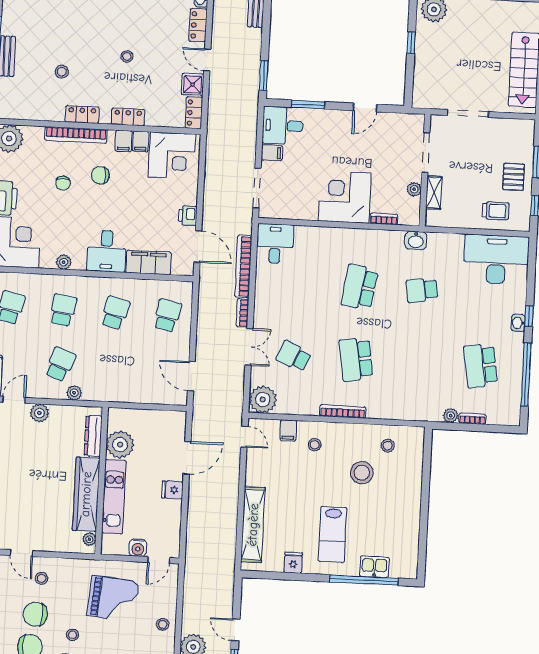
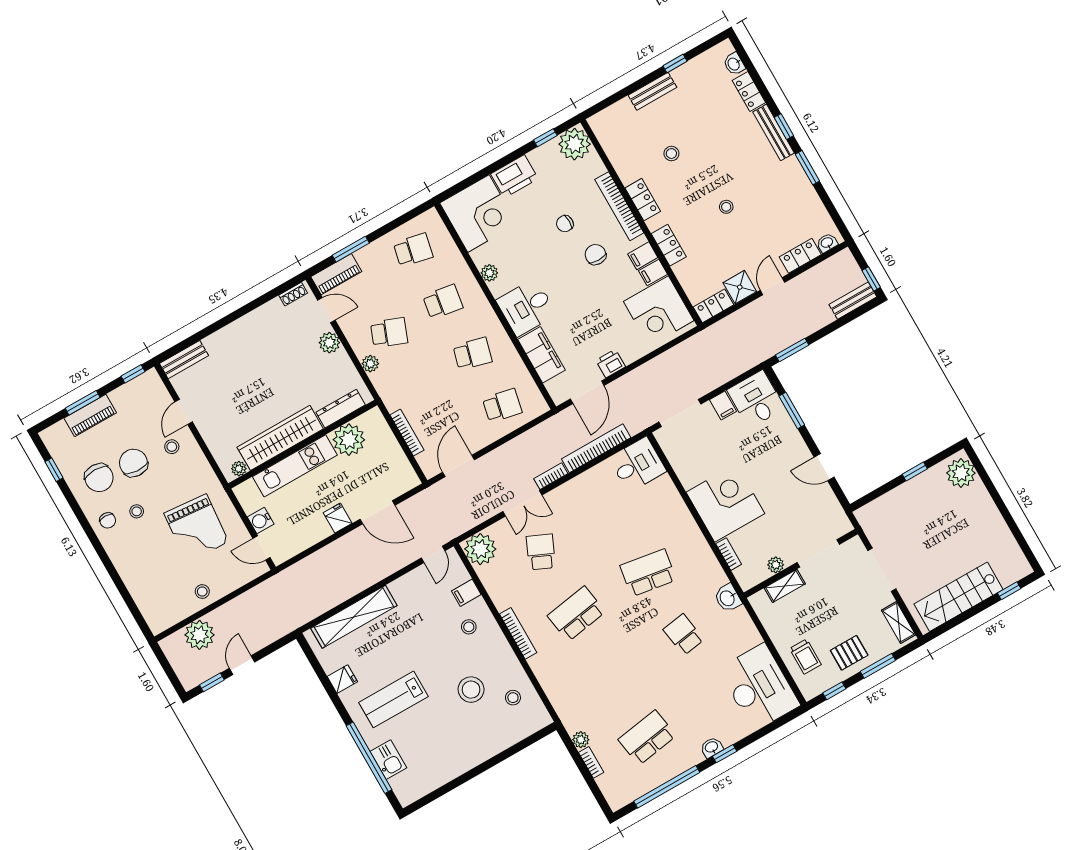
shelving: (515, 126) -> (899, 623), added
bookcase: (142, 398) -> (407, 433), added

